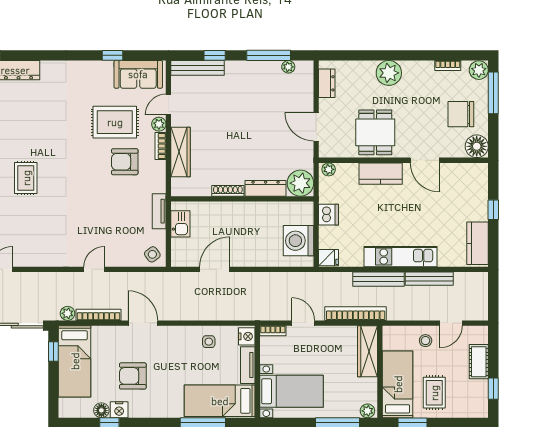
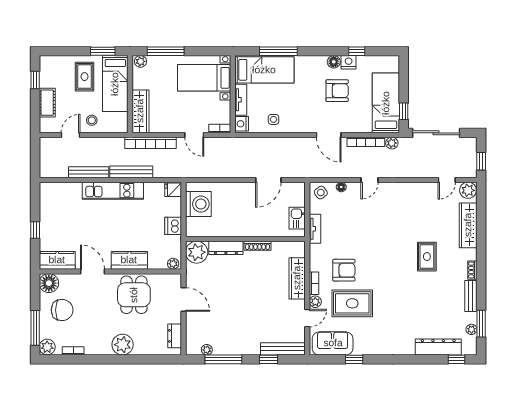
kitchen counter: (477, 243) -> (57, 260), moved, turned -90
floor lamp: (128, 261) -> (341, 187), added
floor lamp: (101, 410) -> (334, 62), moved

